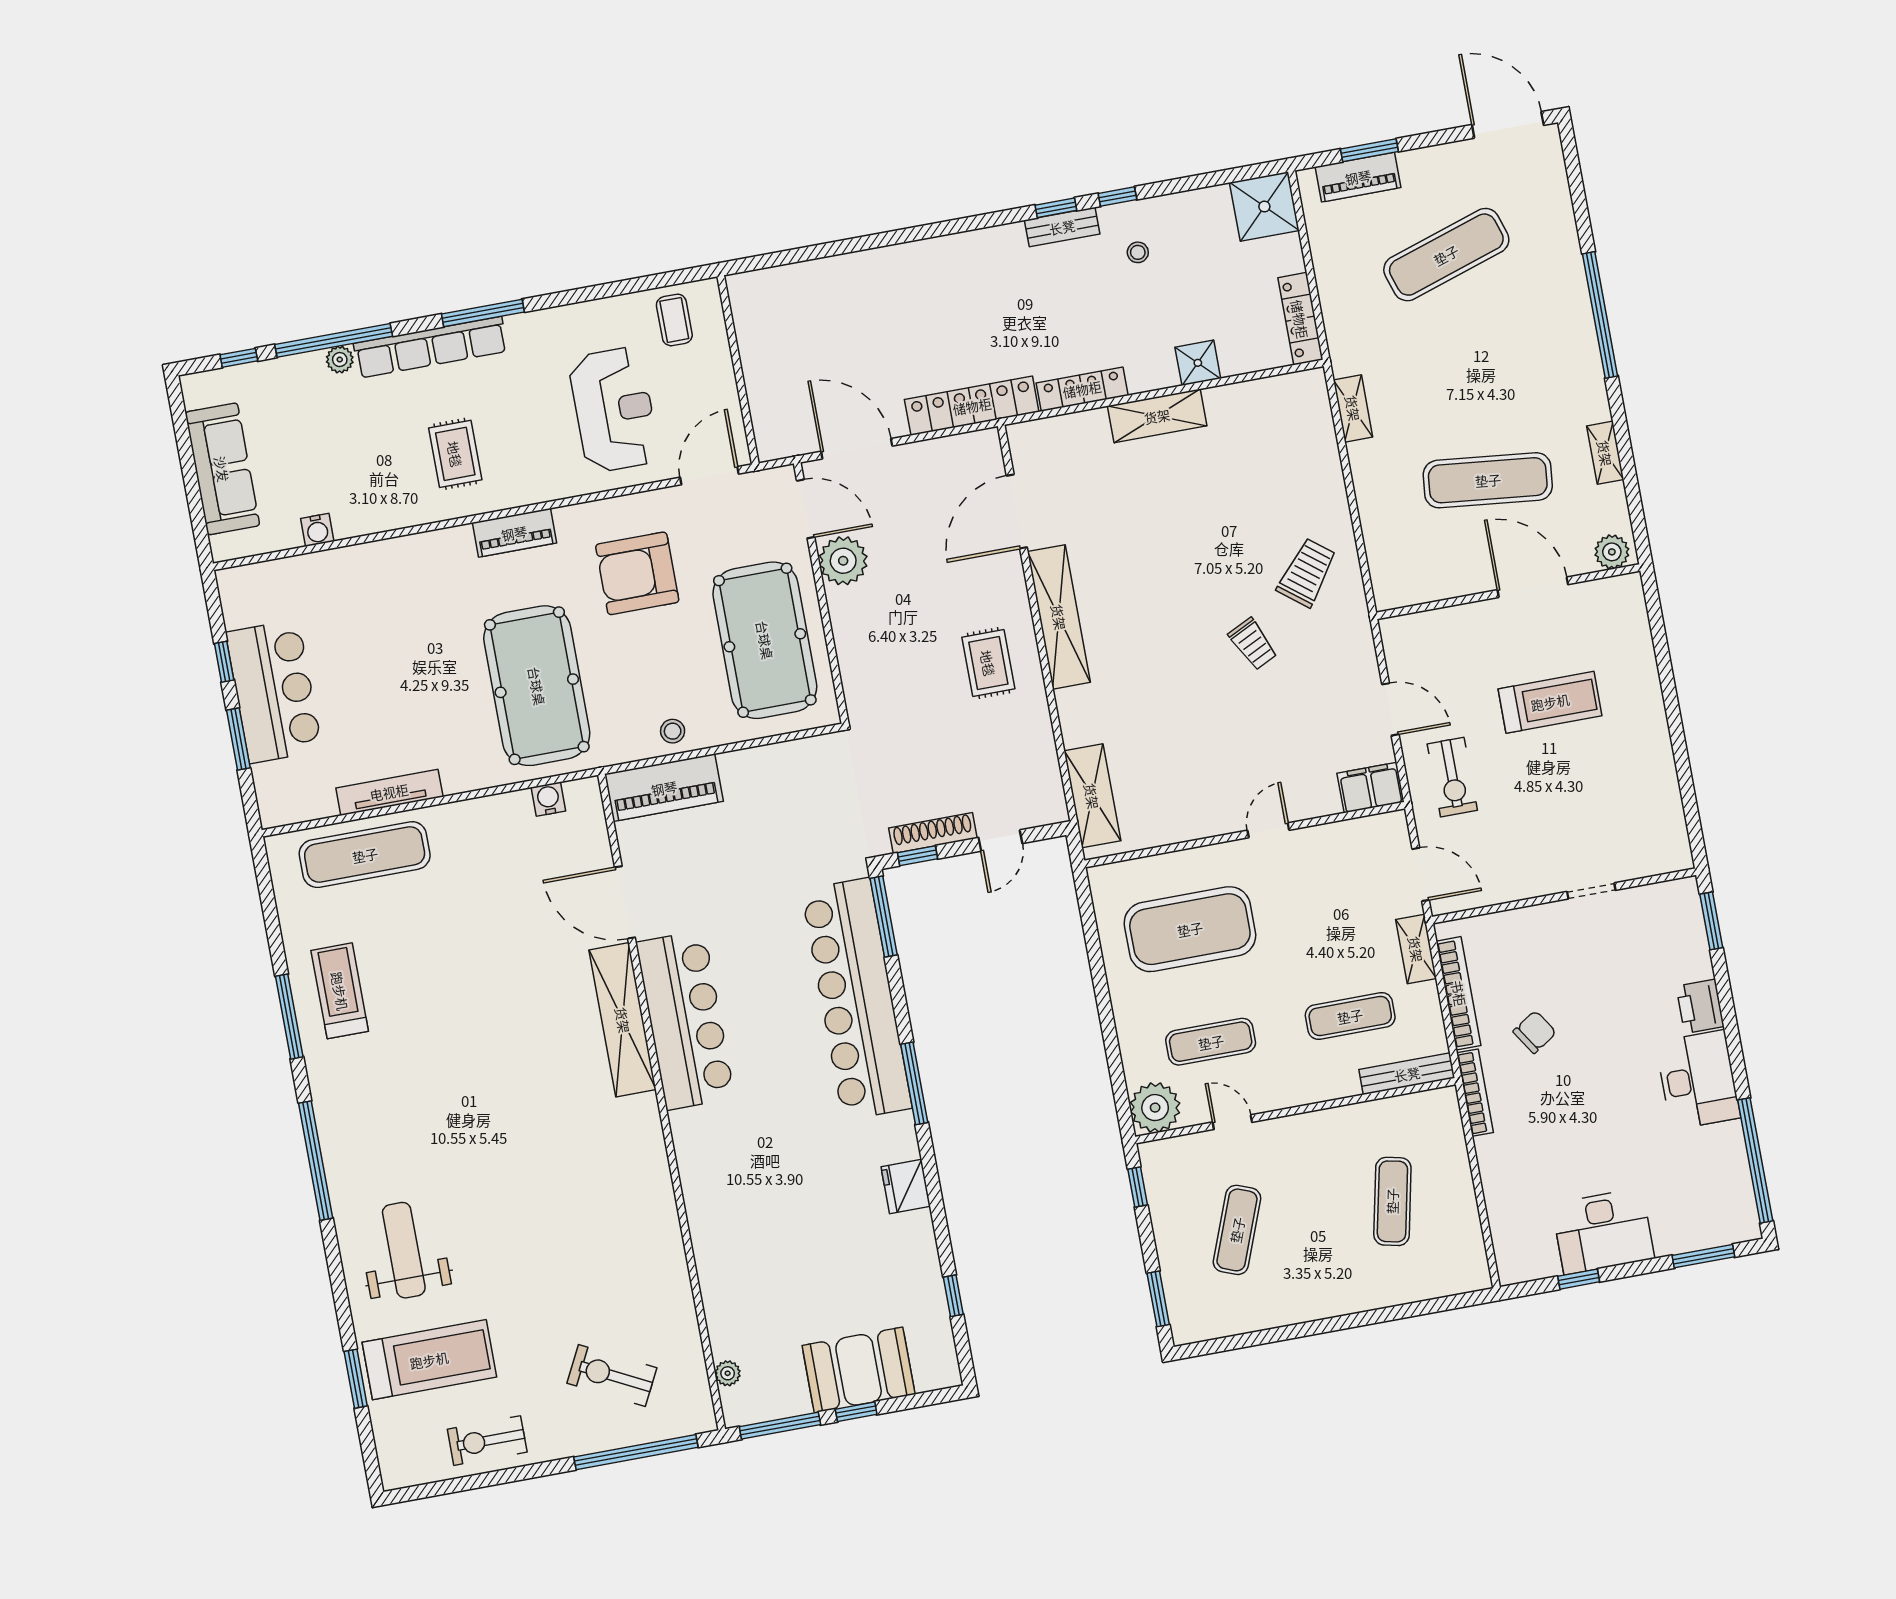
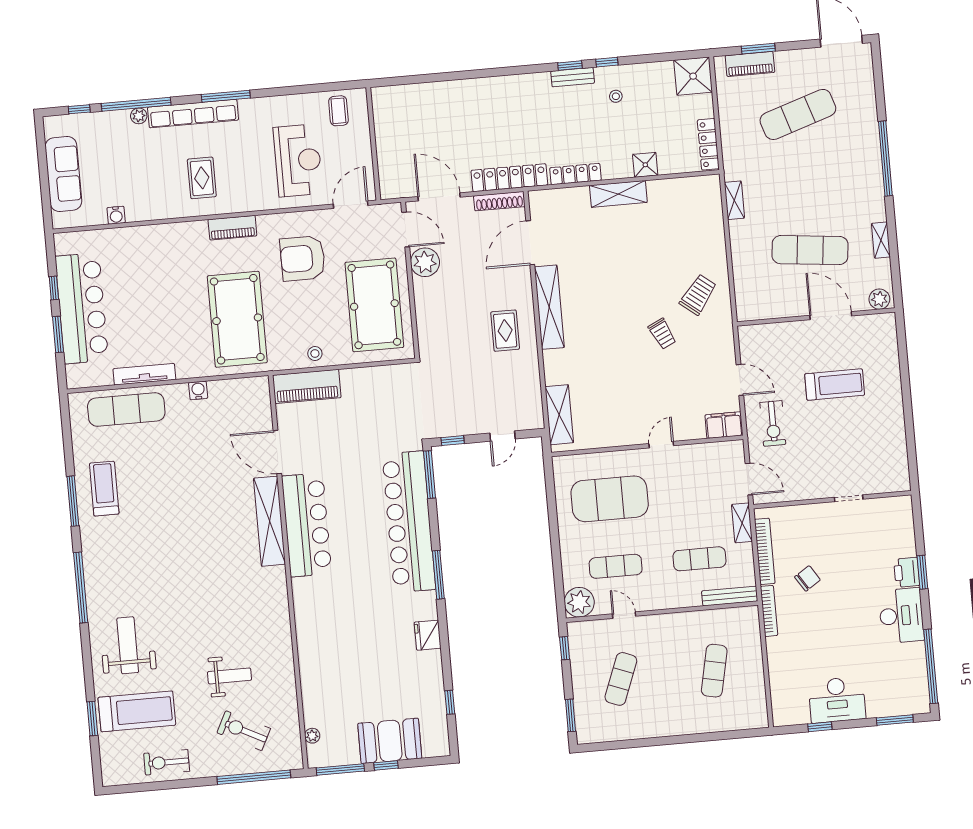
bar counter: (274, 691) -> (82, 308), width x1.36
water cooler: (548, 799) -> (198, 390), moved
shoe rack: (933, 833) -> (499, 201), moved, turned 180
window: (1711, 921) -> (922, 572), moved
weight bench: (579, 1286) -> (230, 676), added

